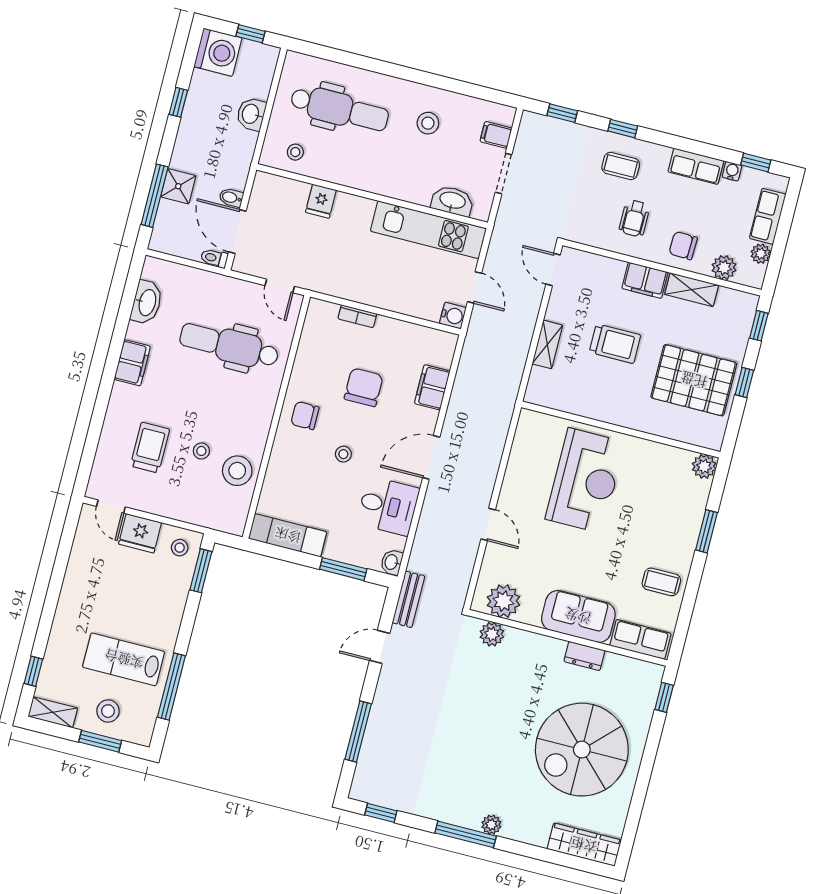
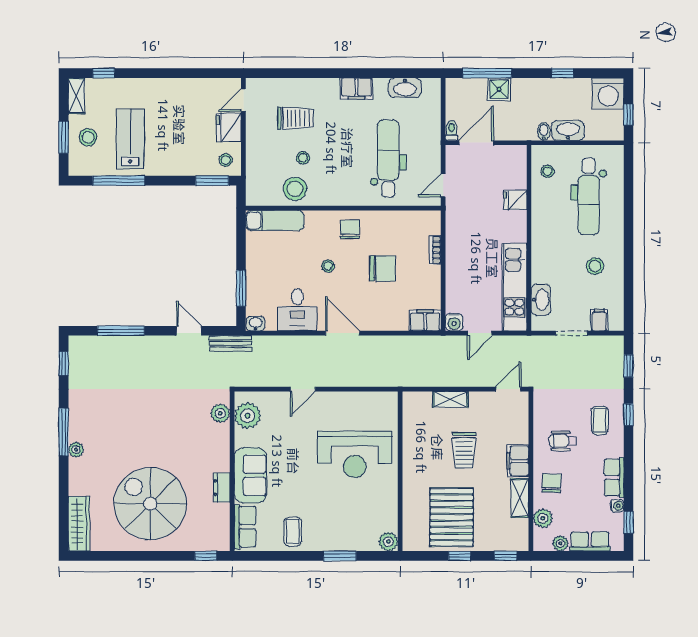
washbasin: (251, 114) -> (568, 131), width x1.38
bidet: (231, 198) -> (544, 132), moved
filing cabinet: (432, 387) -> (425, 320), moved
exam couch: (288, 535) -> (275, 221), moved, turned 90

